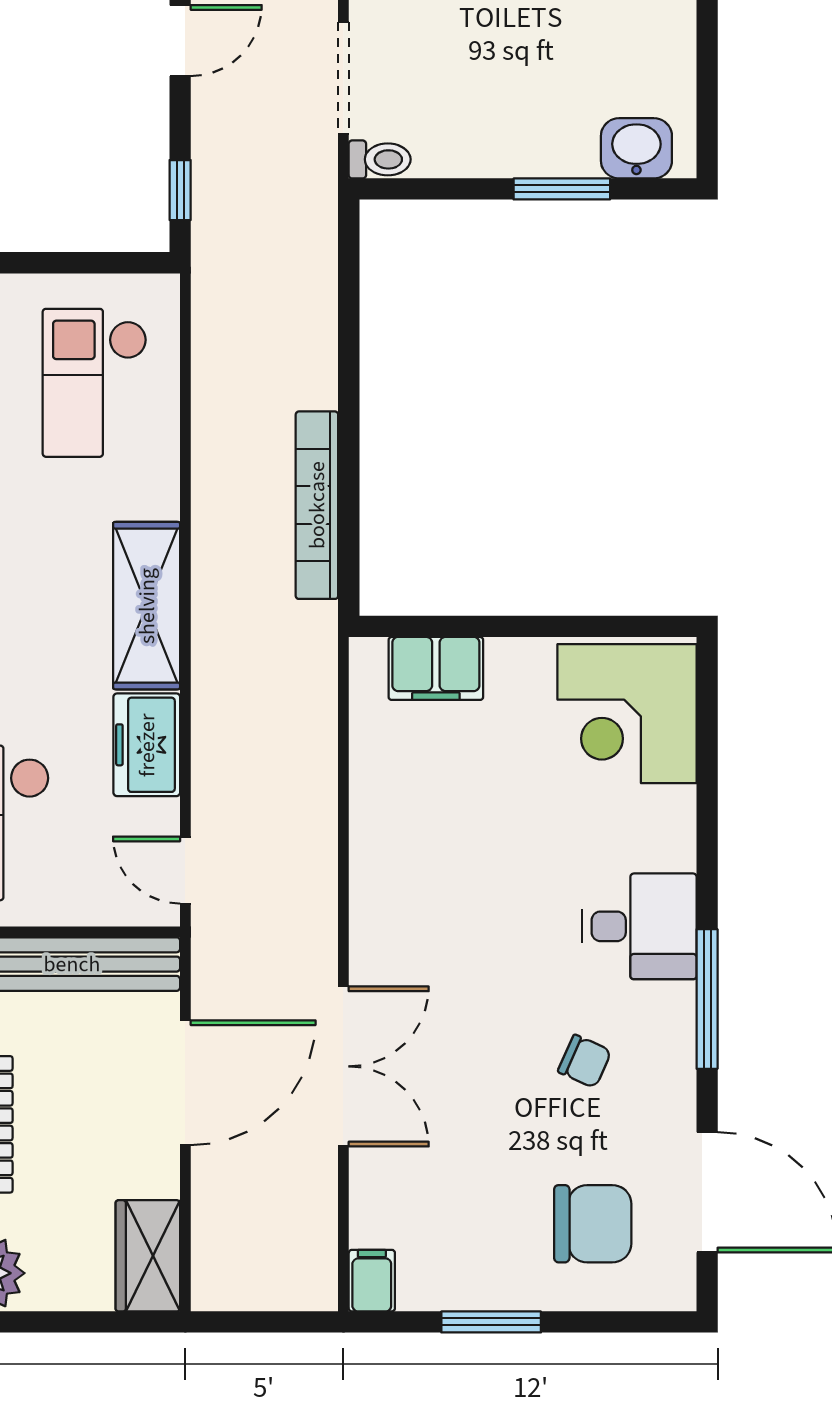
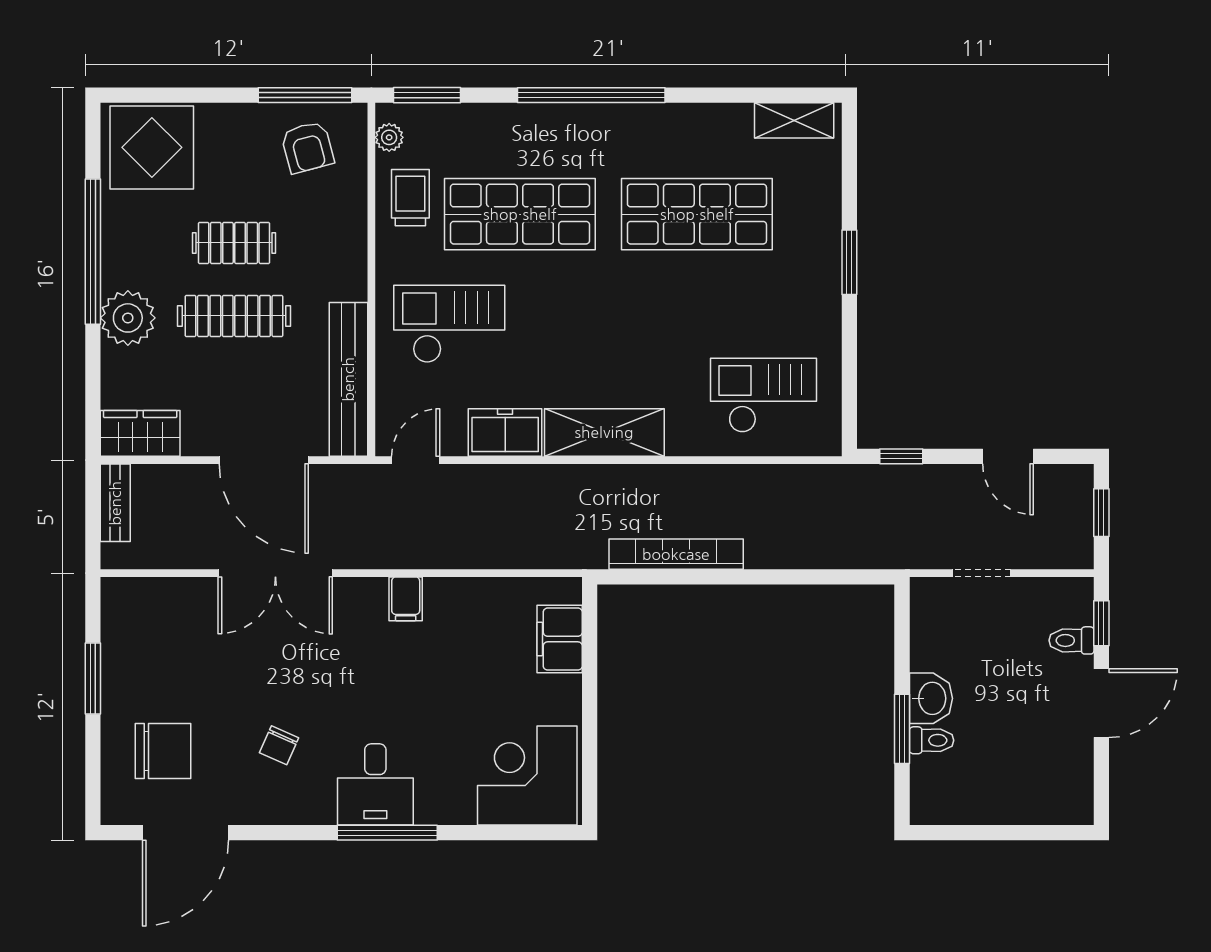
doorway: (343, 78) -> (981, 573), width x0.73
washbasin: (636, 148) -> (931, 698), moved
toilet: (380, 159) -> (932, 740), moved, turned -90
window: (707, 999) -> (387, 833), moved
chair: (593, 1224) -> (163, 751), turned -90
filing cabinet: (372, 1281) -> (406, 599), moved, turned 90
bench: (245, 1291) -> (115, 503), added

